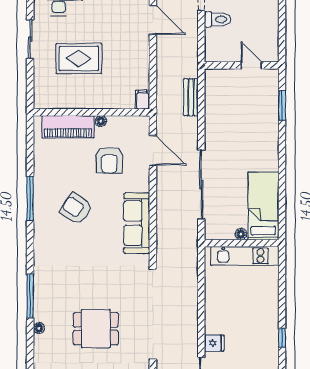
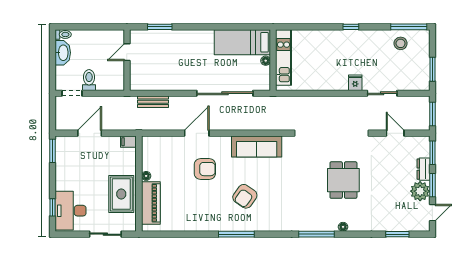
filing cabinet: (142, 100) -> (128, 142), moved
wall: (91, 112) -> (139, 184), moved
floor lamp: (101, 121) -> (146, 176), moved
piano: (68, 127) -> (151, 203), moved

